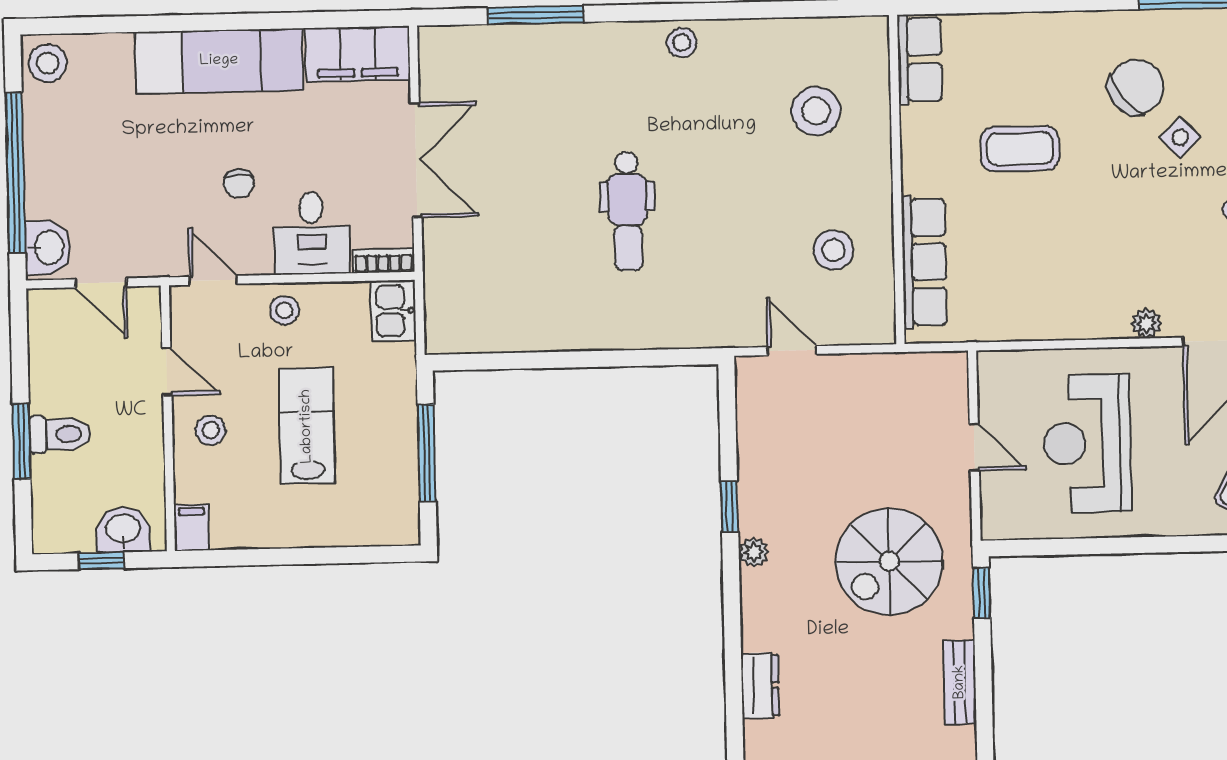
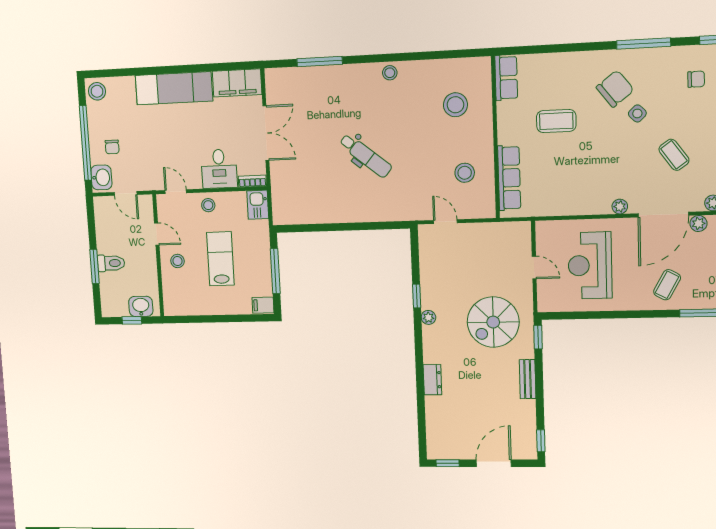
chair: (239, 184) -> (112, 147), moved
dental chair: (628, 211) -> (366, 156), turned -51
filing cabinet: (192, 528) -> (263, 305), moved, turned -90

